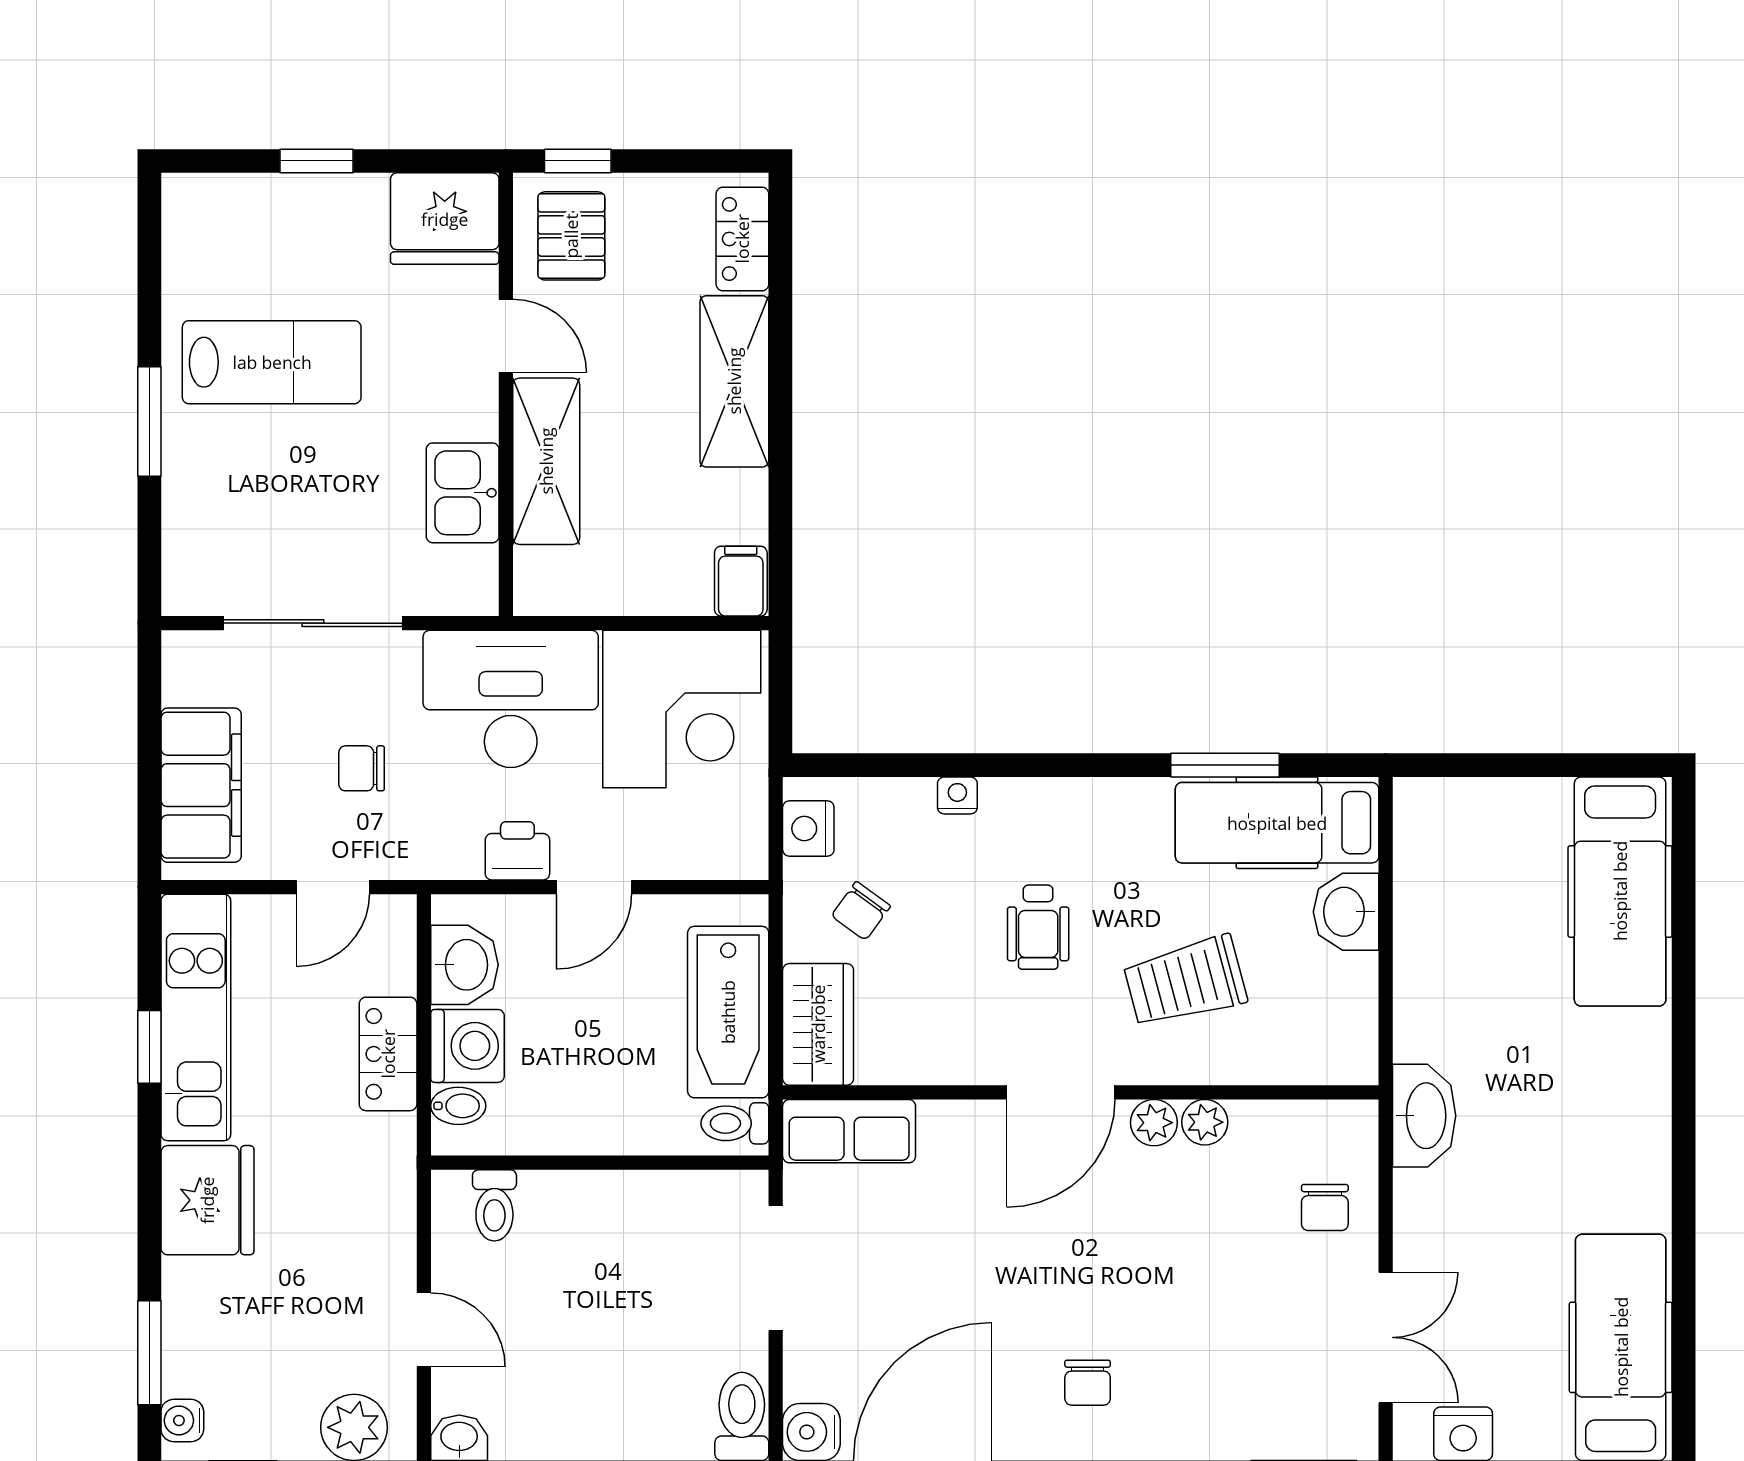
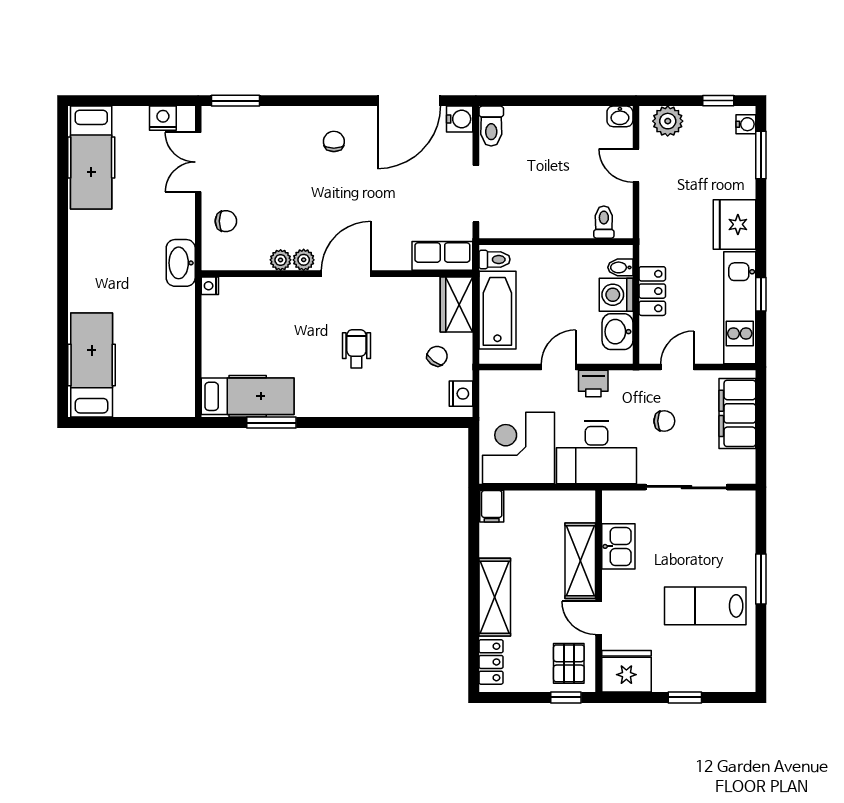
nightstand: (957, 795) -> (210, 286), moved, turned 90
washbasin: (1346, 912) -> (216, 356), removed
trolley: (1185, 982) -> (289, 324), removed
chair: (1325, 1208) -> (226, 221), turned 90

